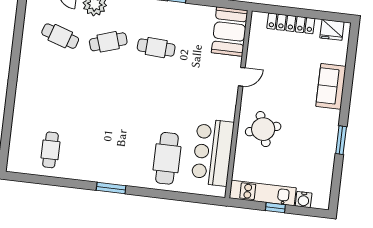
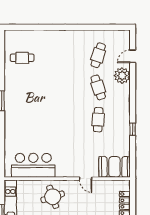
cafe table: (167, 158) -> (26, 135), removed

